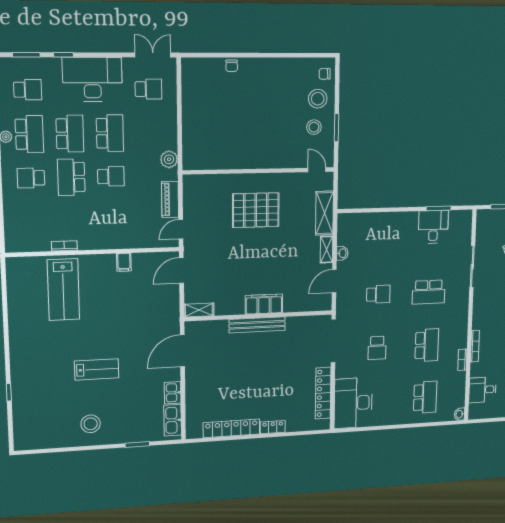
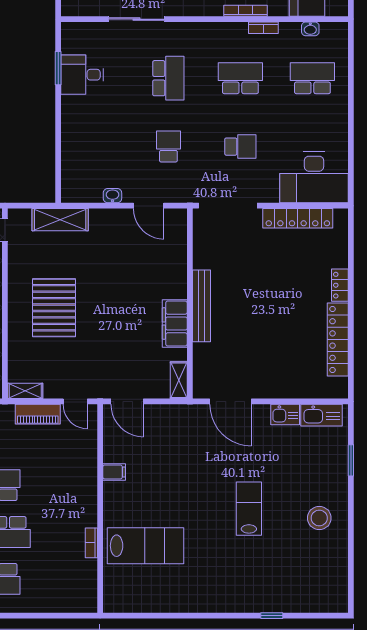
shelving: (327, 249) -> (25, 391), moved
filing cabinet: (264, 304) -> (175, 323), moved
washbasin: (459, 414) -> (310, 29), moved

